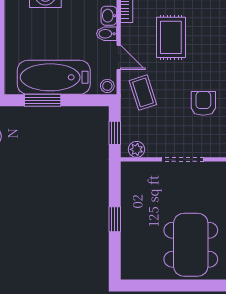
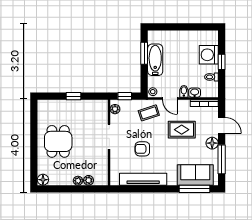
door: (119, 57) -> (170, 98), hinge flipped
bathtub: (54, 77) -> (155, 60), width x0.73, depth x0.73
armchair: (203, 103) -> (142, 149), turned 180
dining table: (191, 245) -> (58, 141), width x0.73

